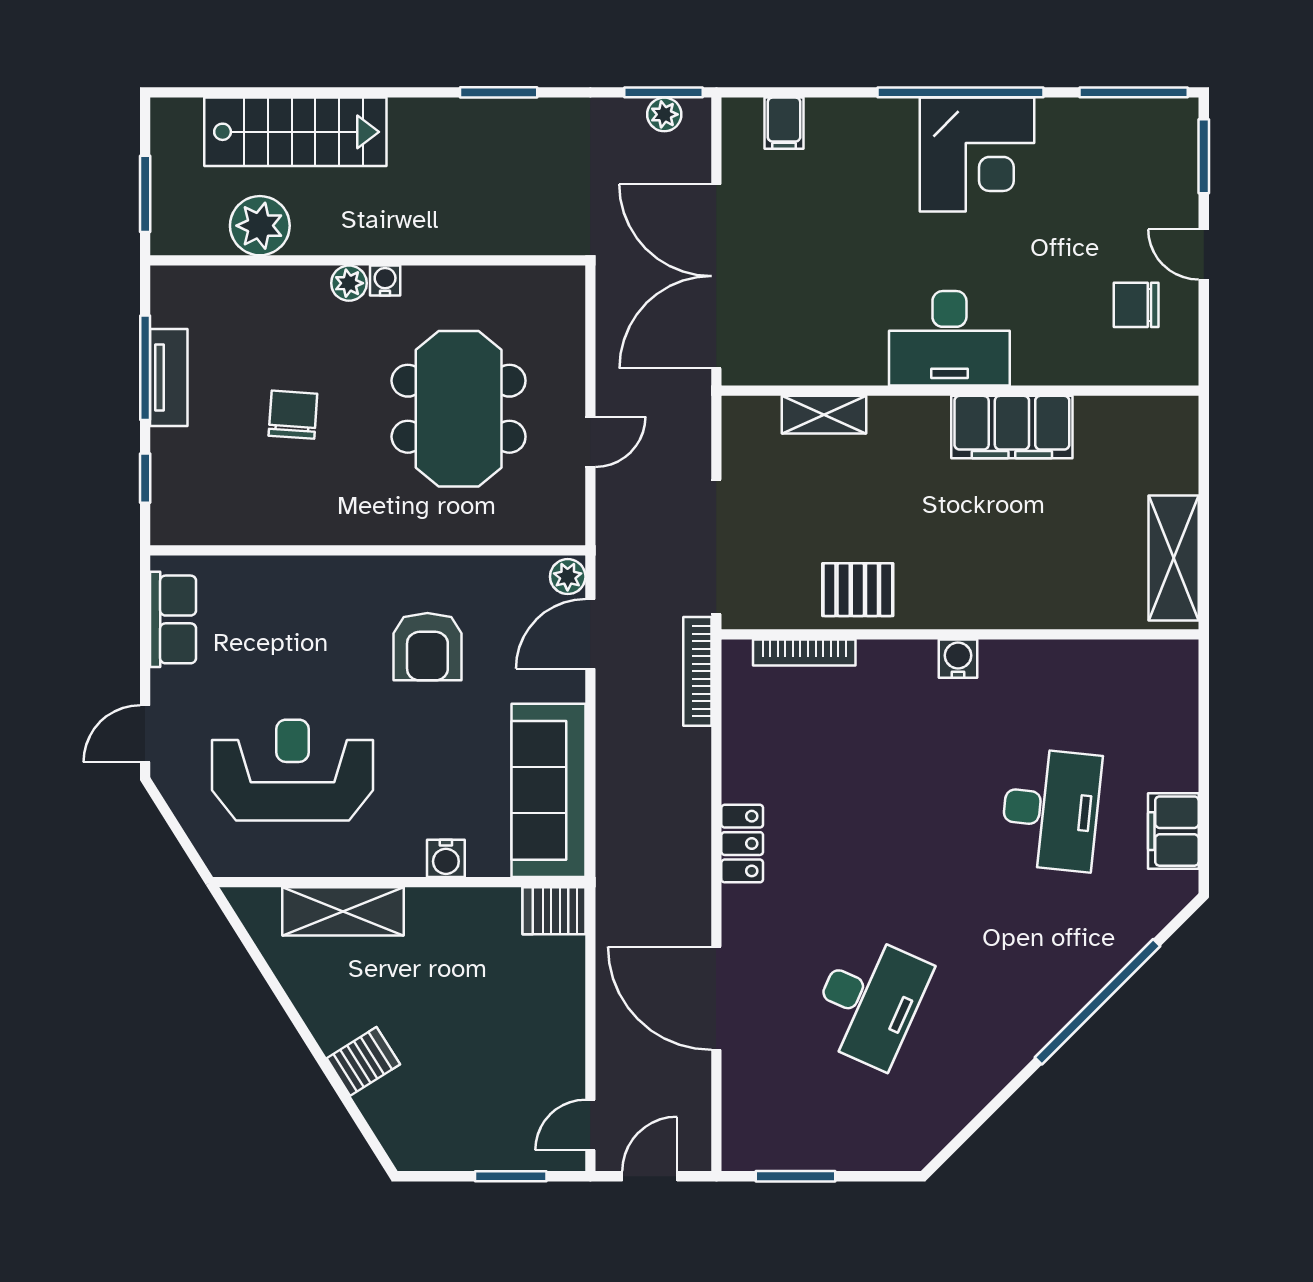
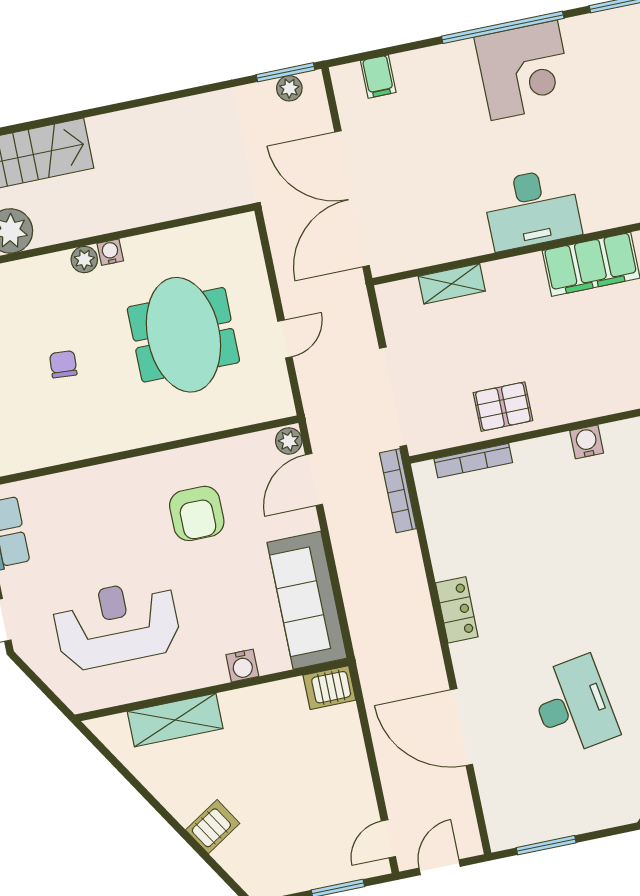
window: (499, 92) -> (165, 97), removed
chair: (293, 415) -> (63, 364), width x0.73, depth x0.73
desk: (869, 1001) -> (574, 706), turned -33

